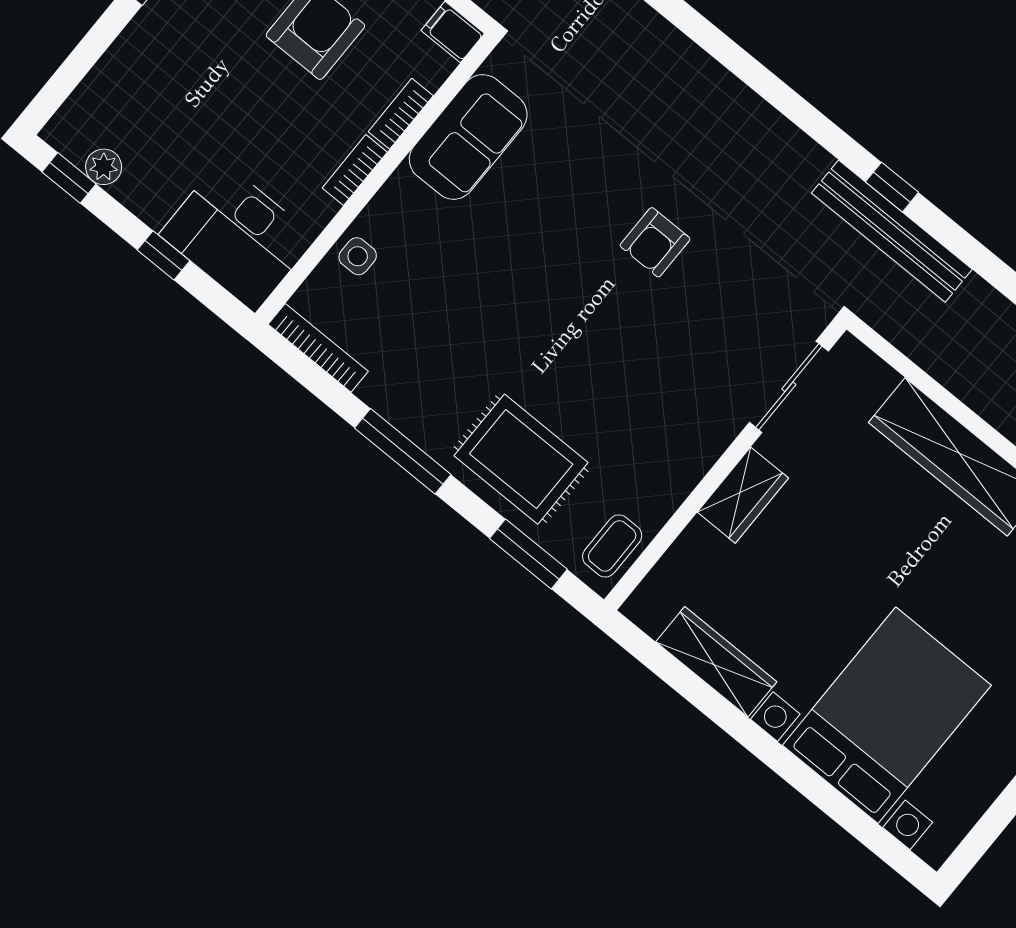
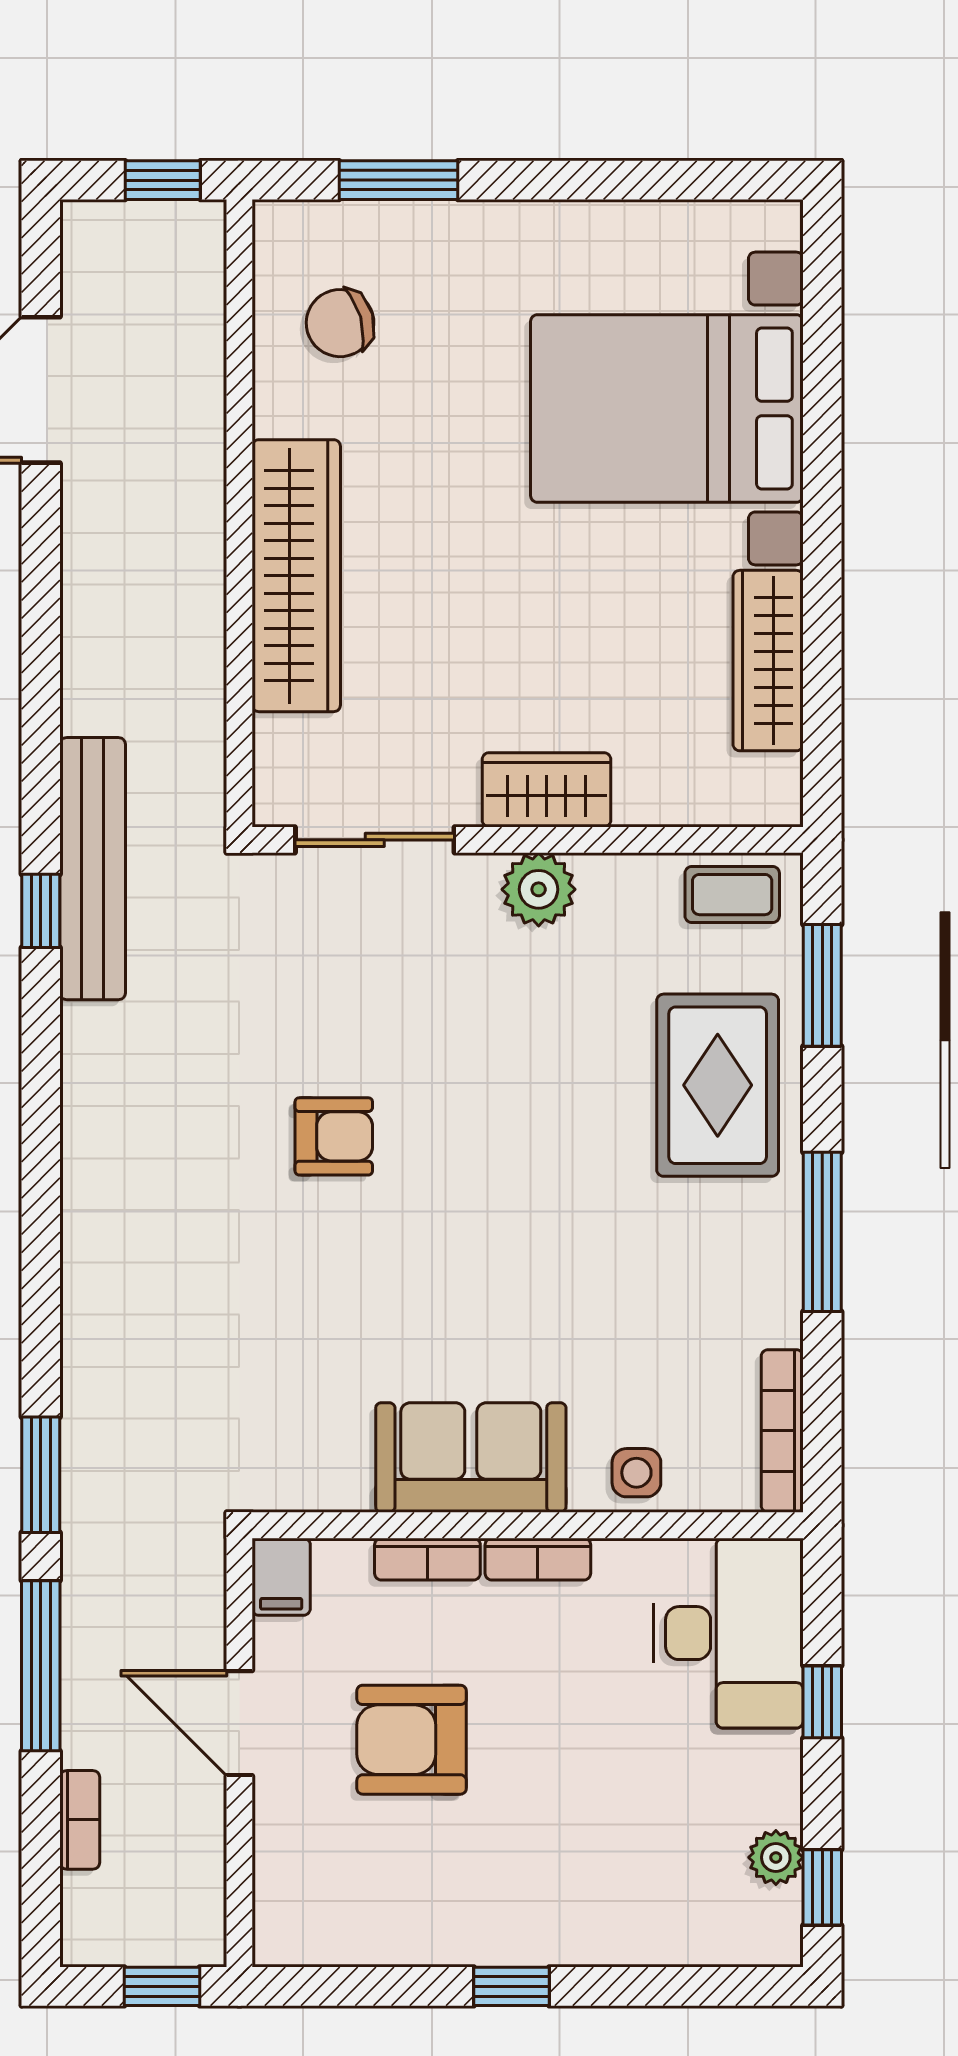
sofa: (468, 137) -> (471, 1457), moved
plant: (695, 450) -> (539, 889), added

